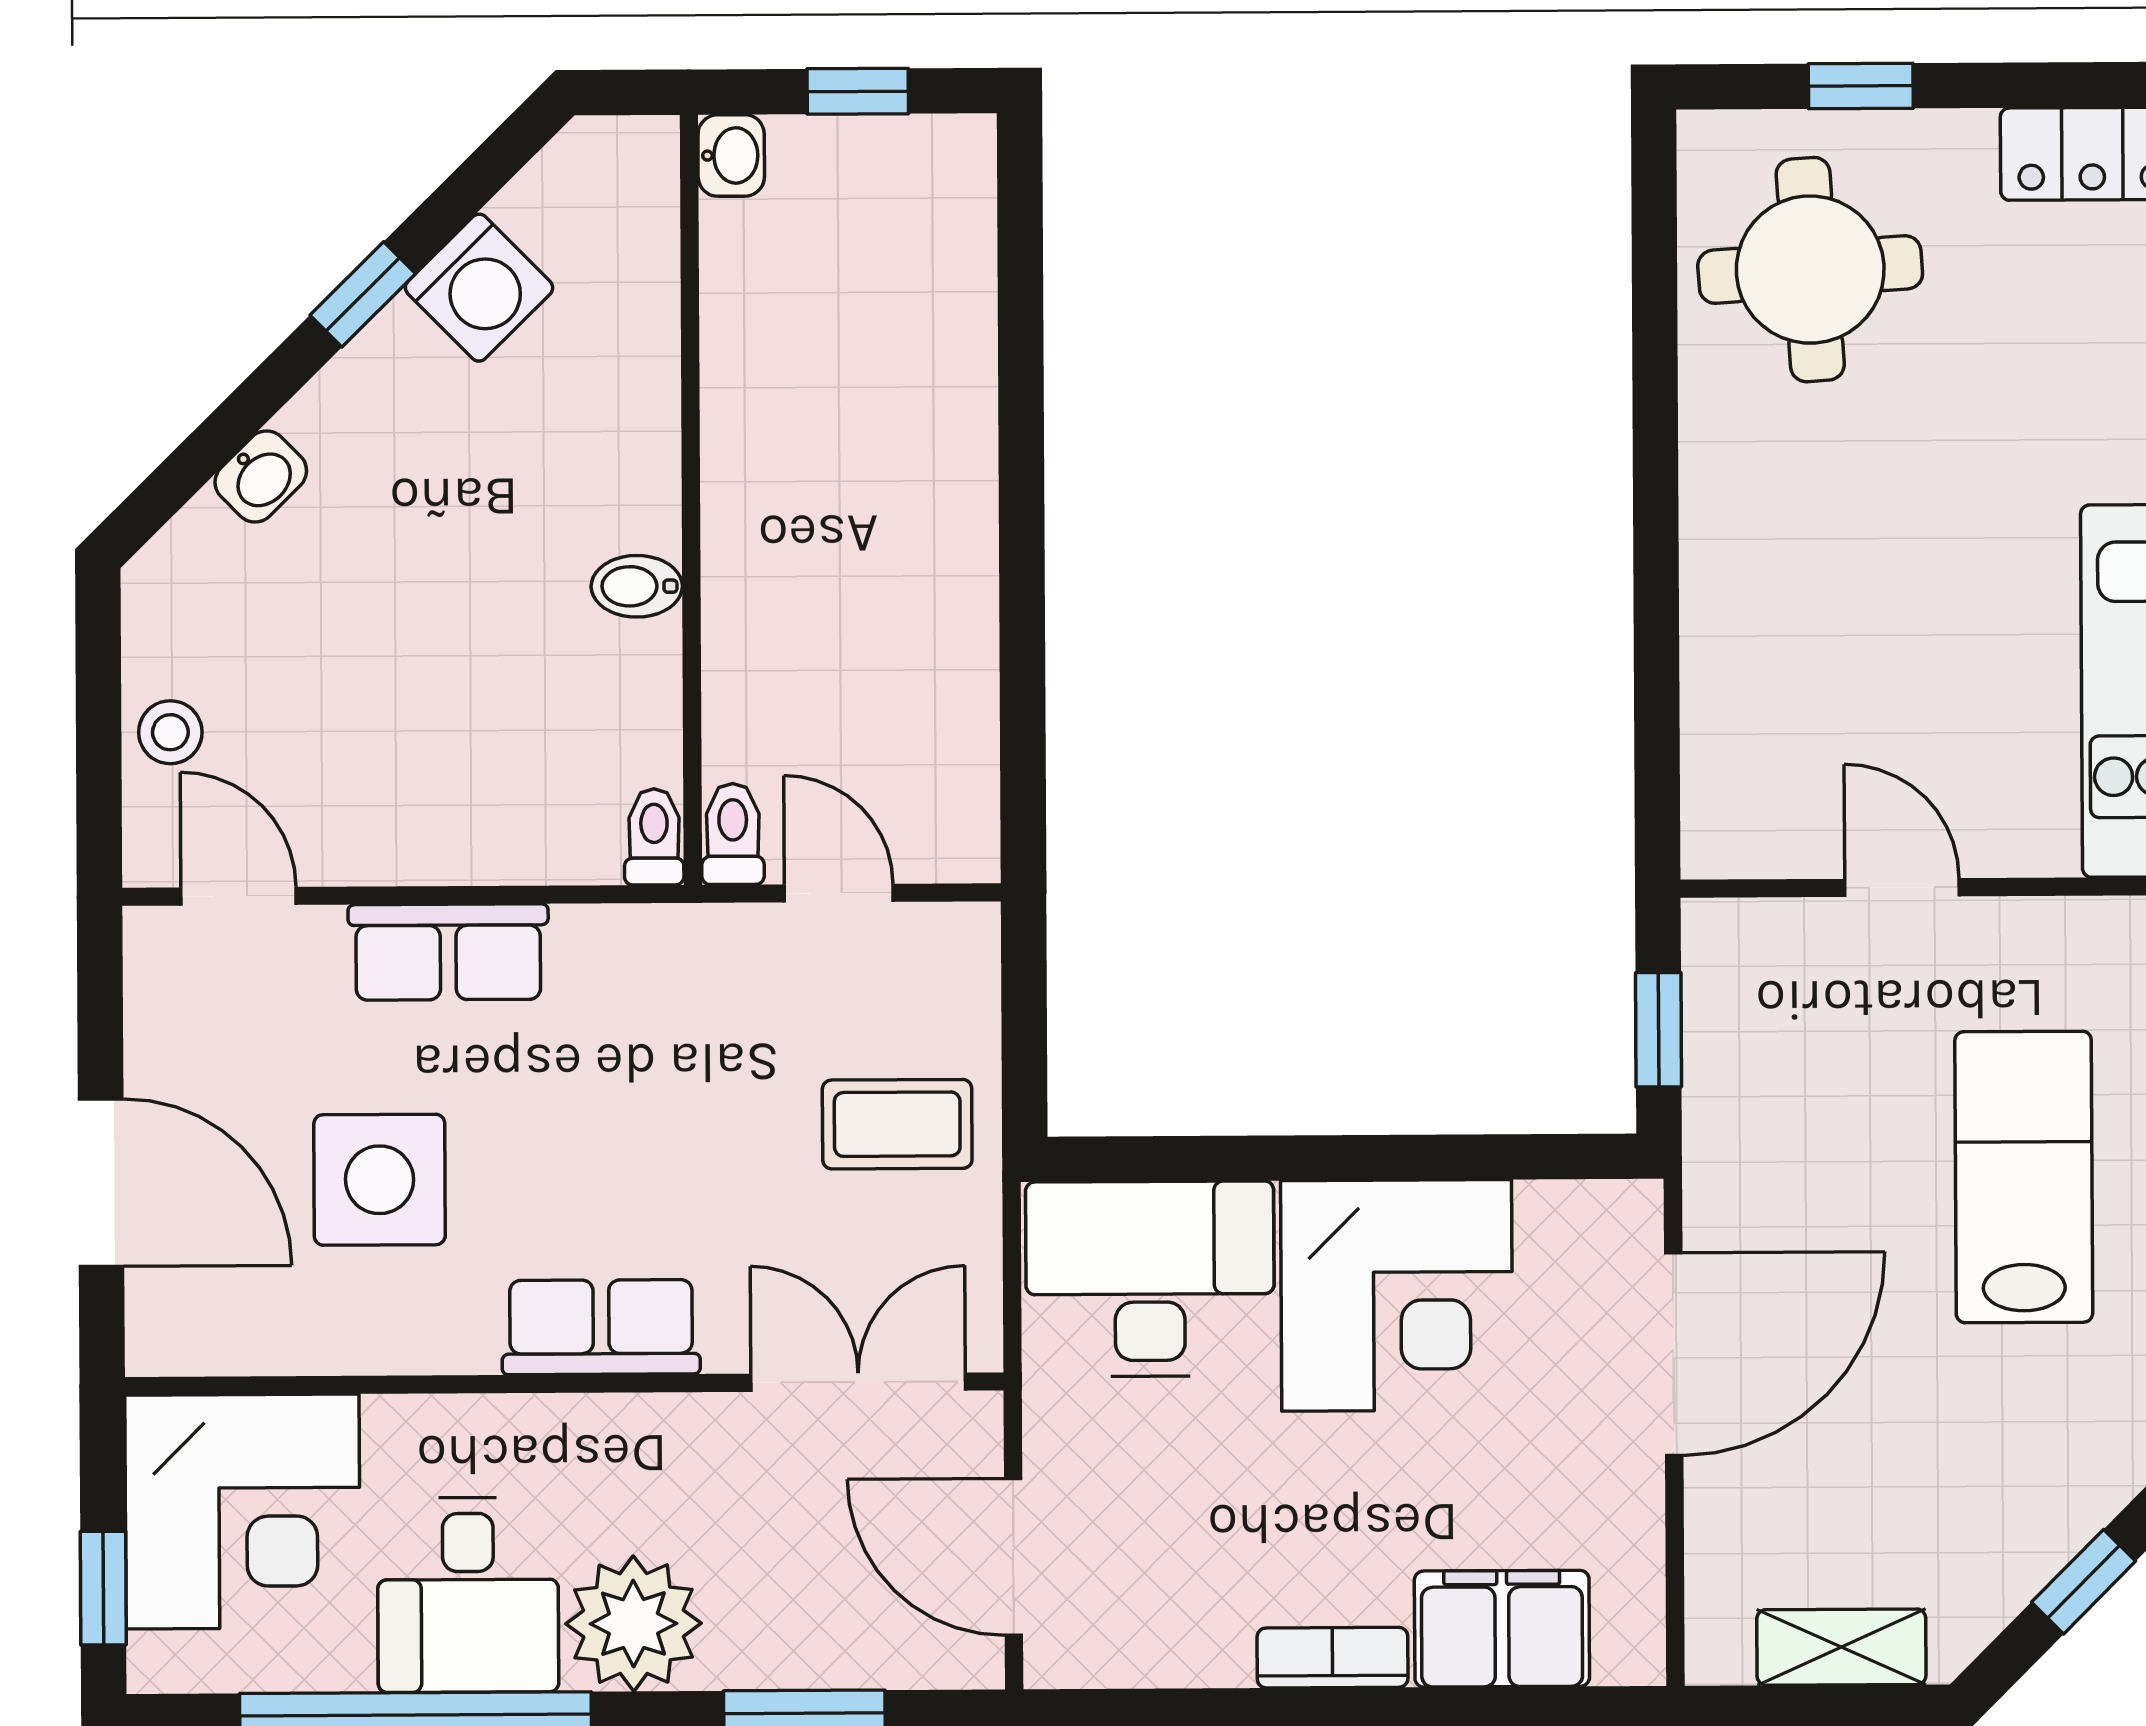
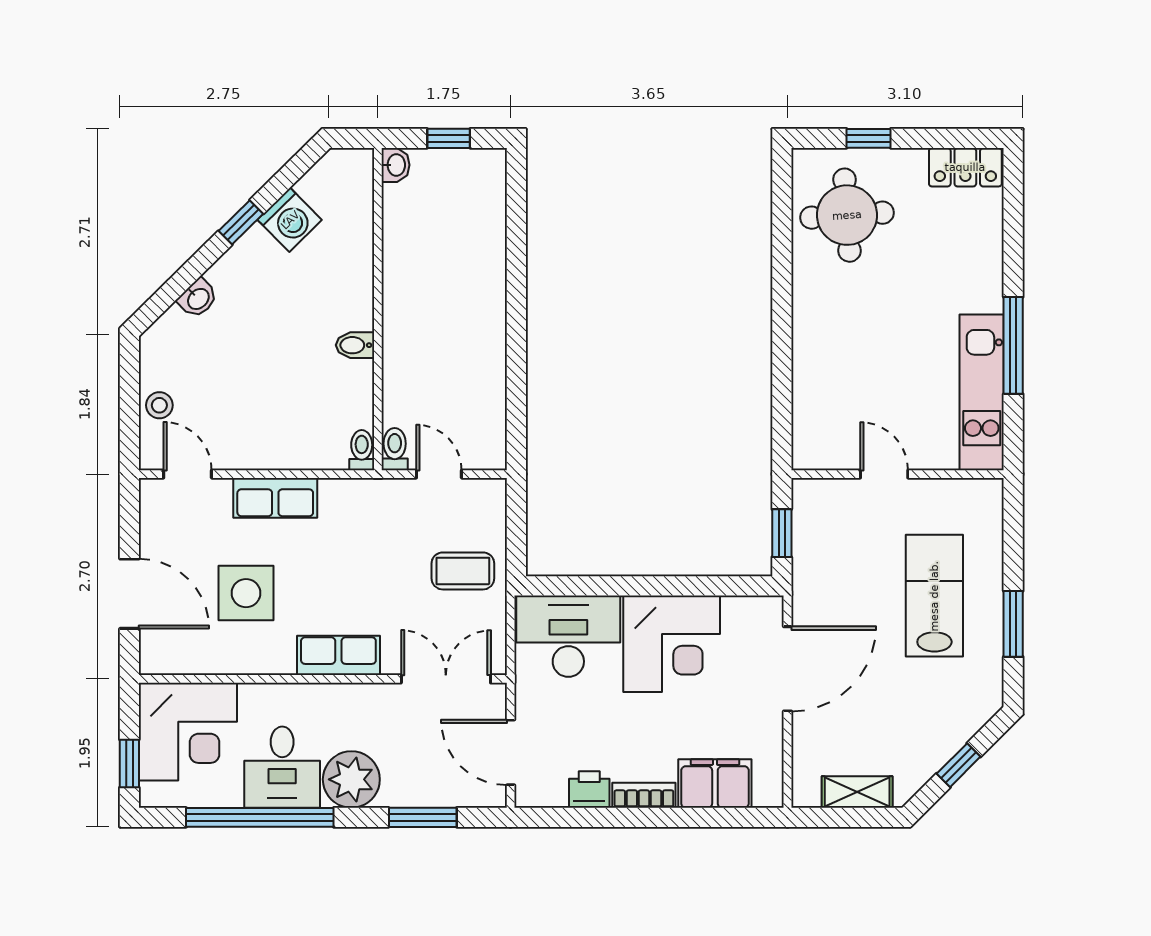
printer: (1202, 1645) -> (589, 790), added

